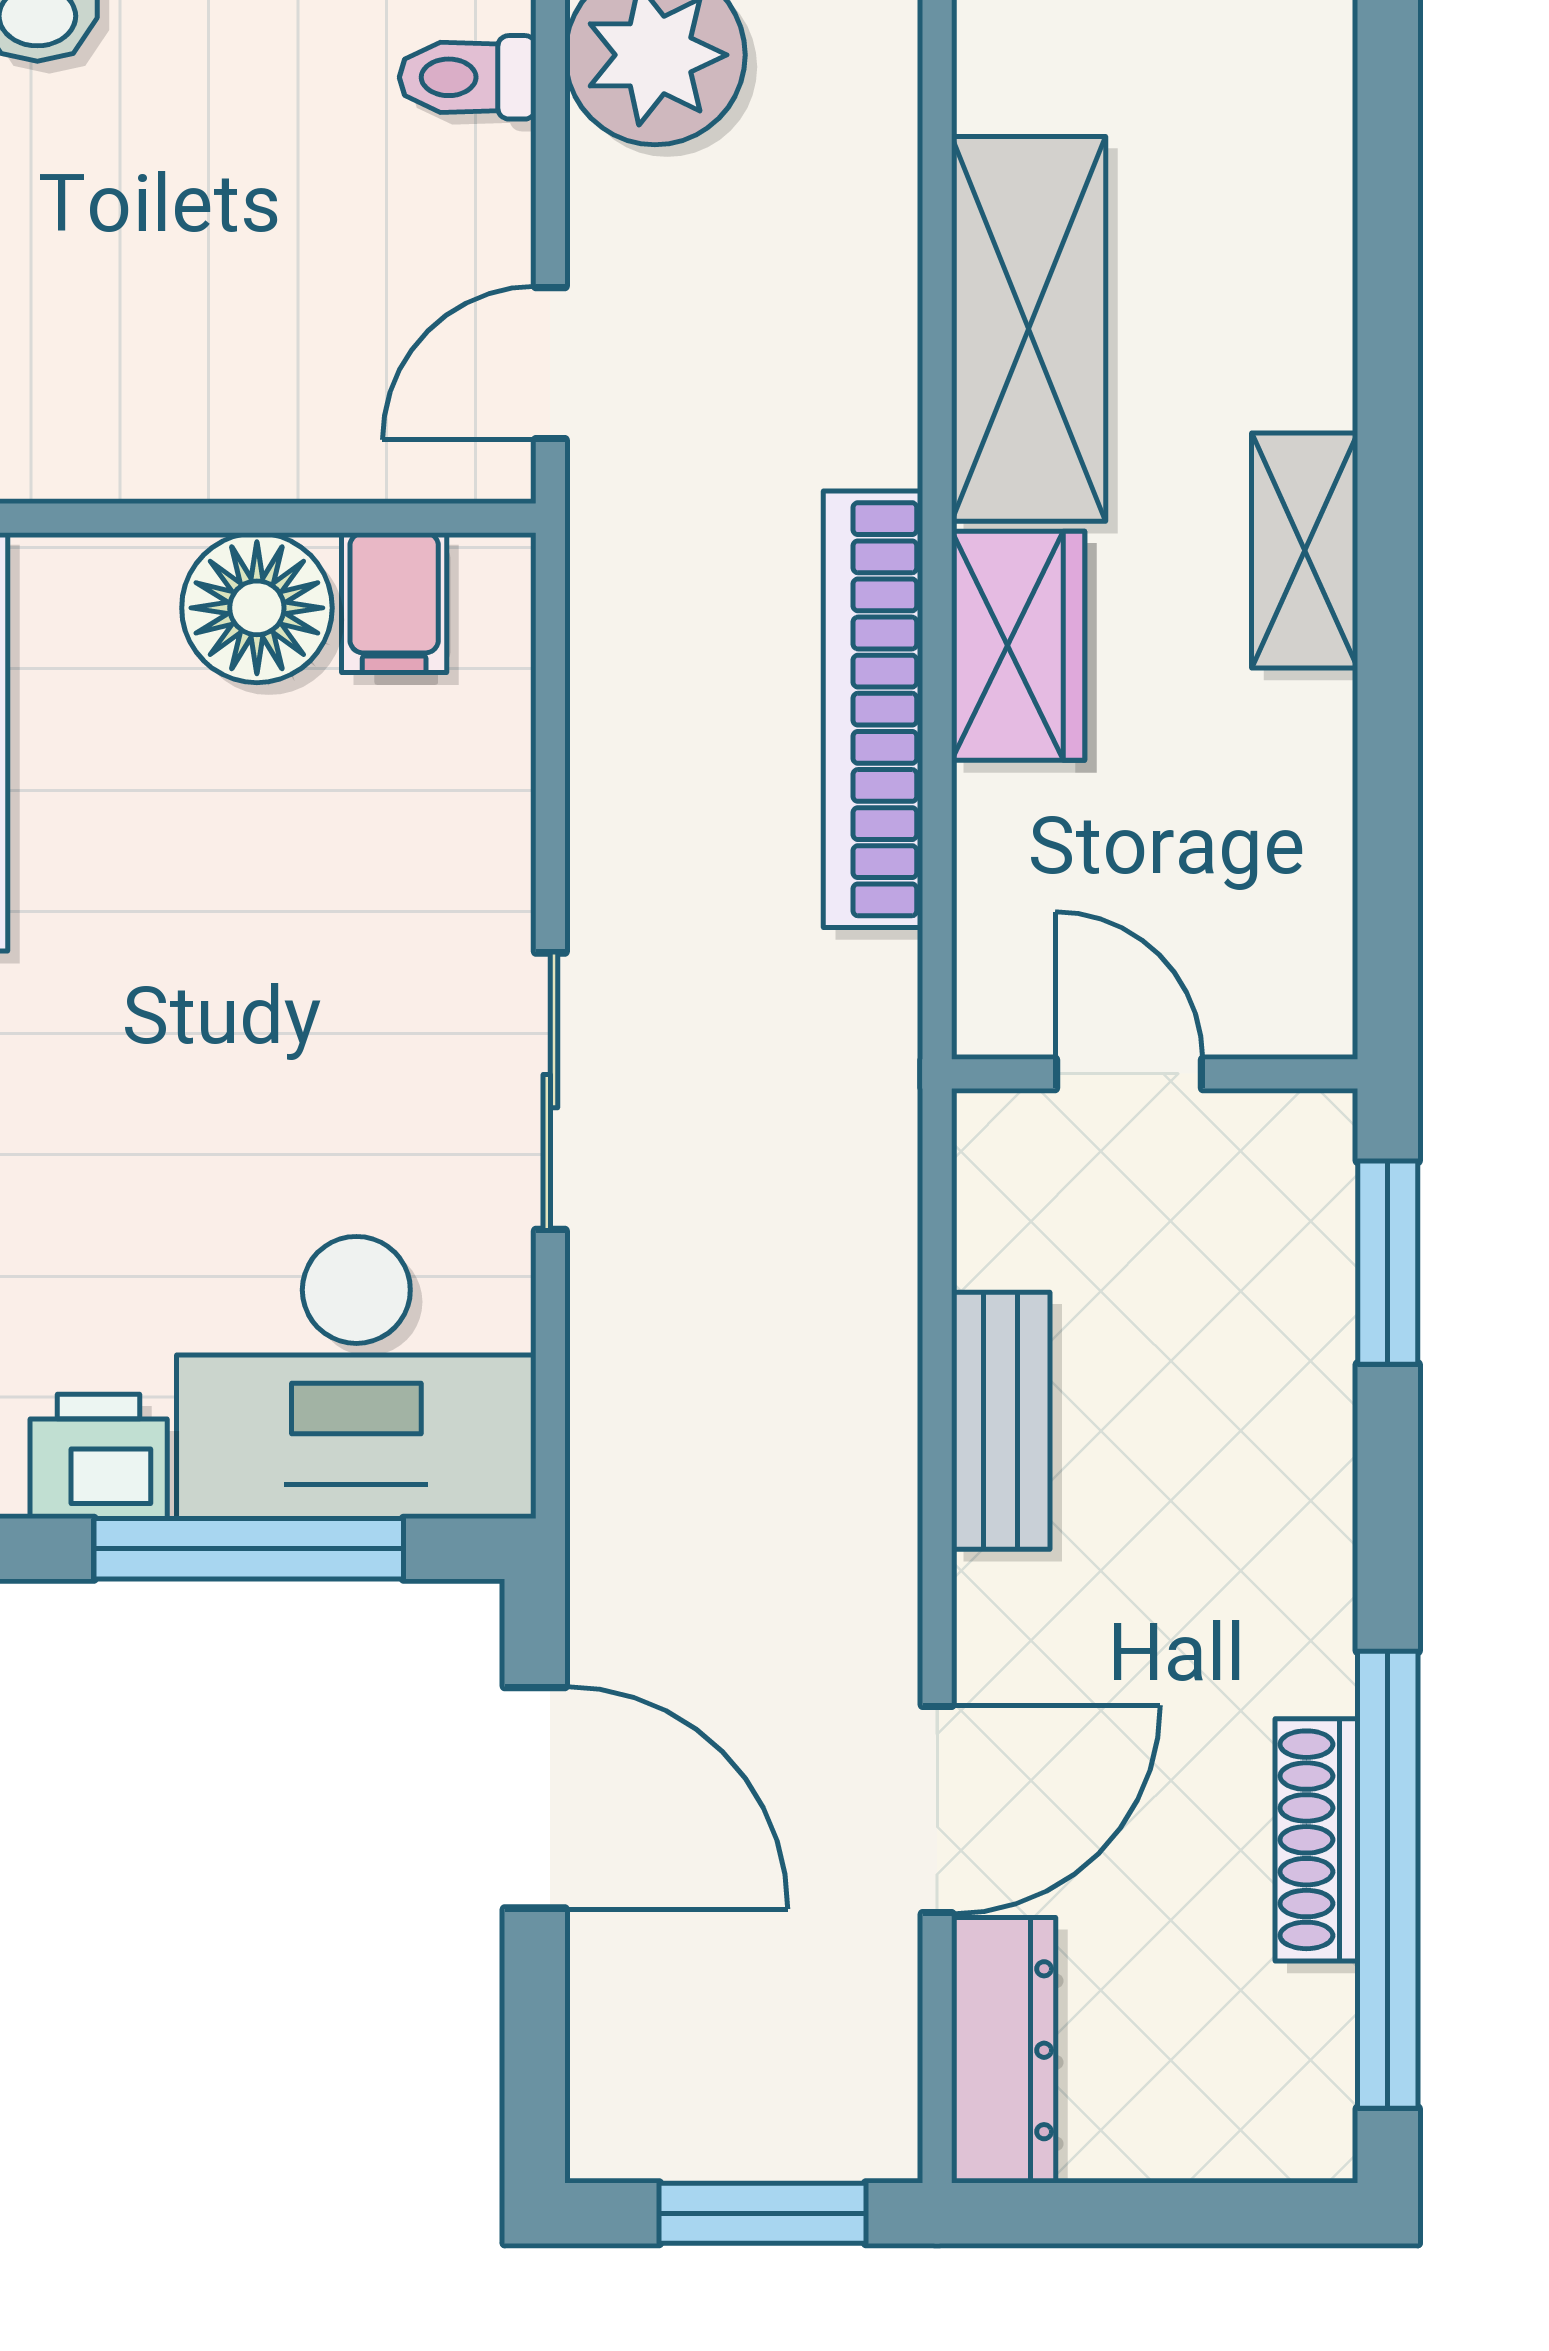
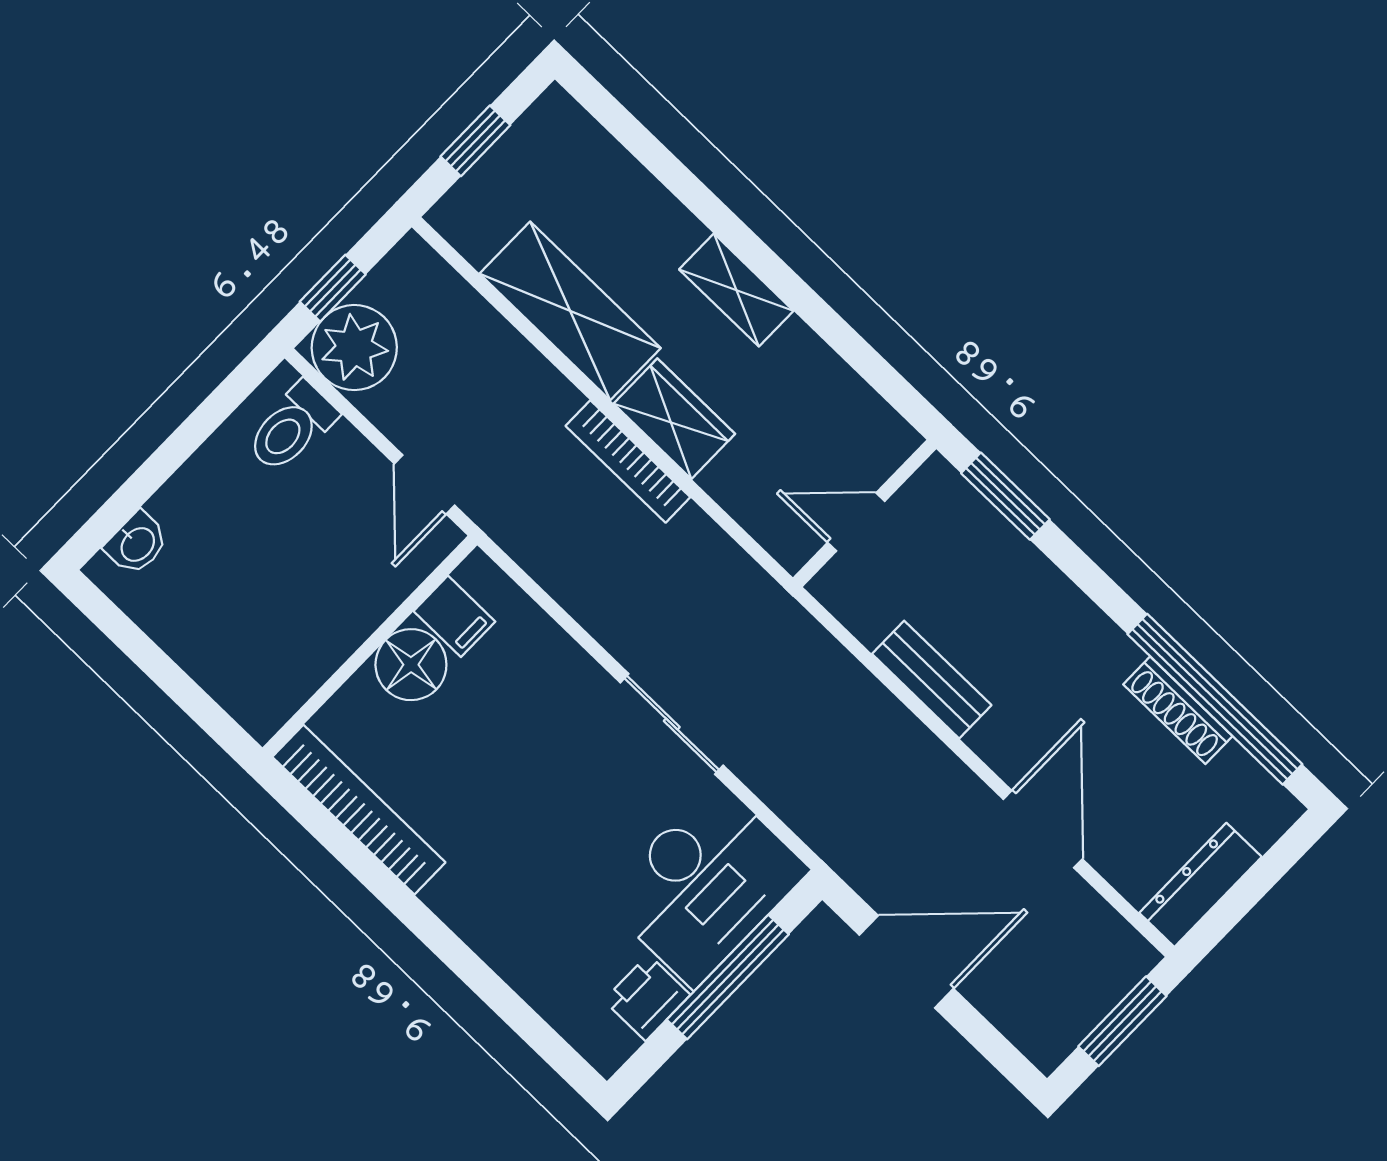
toilet: (468, 77) -> (292, 427), width x1.37, depth x1.39
bookcase: (873, 709) -> (628, 462), width x0.68, depth x0.76
dresser: (1004, 2050) -> (1200, 885), moved, turned -90

